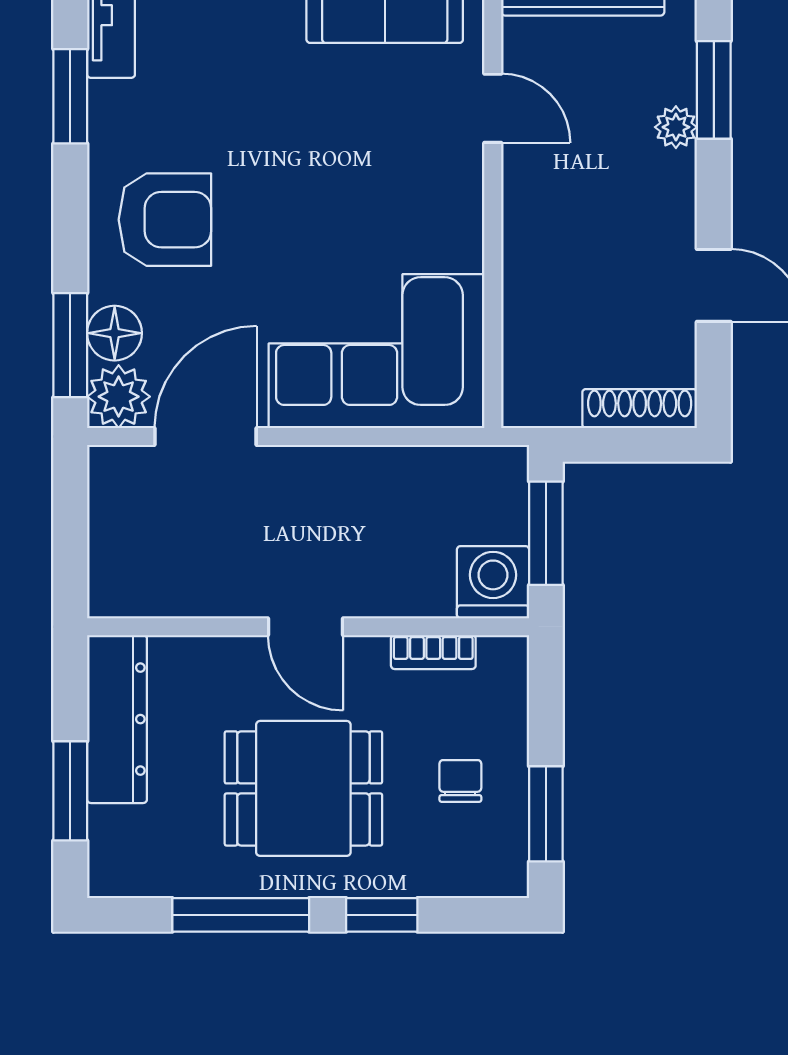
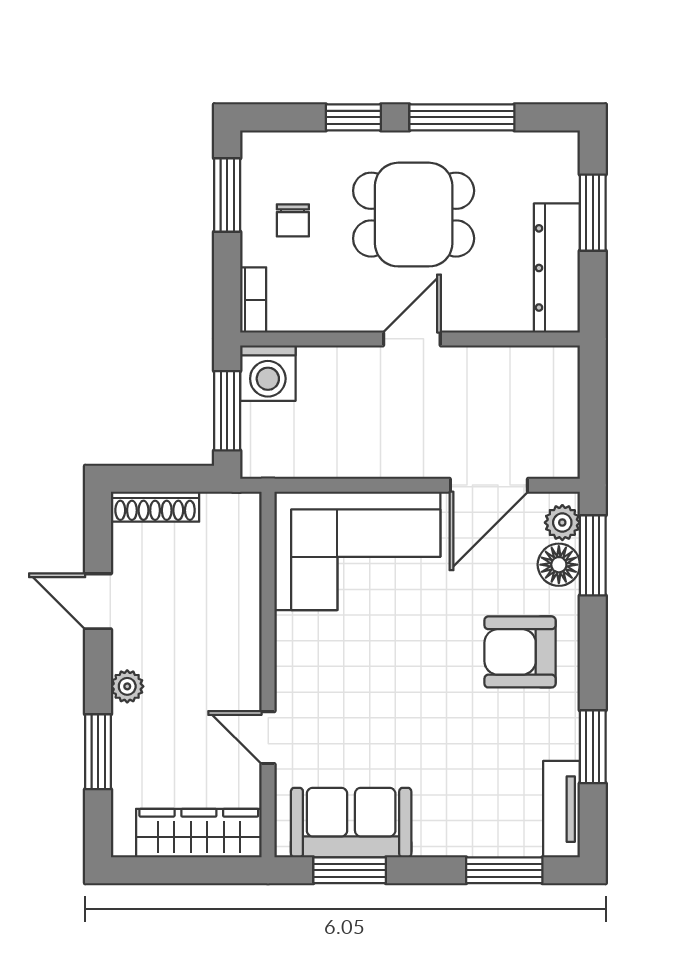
plant: (676, 127) -> (127, 686), moved
plant: (119, 397) -> (562, 523), width x0.73, depth x0.73
door: (306, 627) -> (412, 339), hinge flipped
bookcase: (433, 652) -> (253, 300), moved, turned 90

